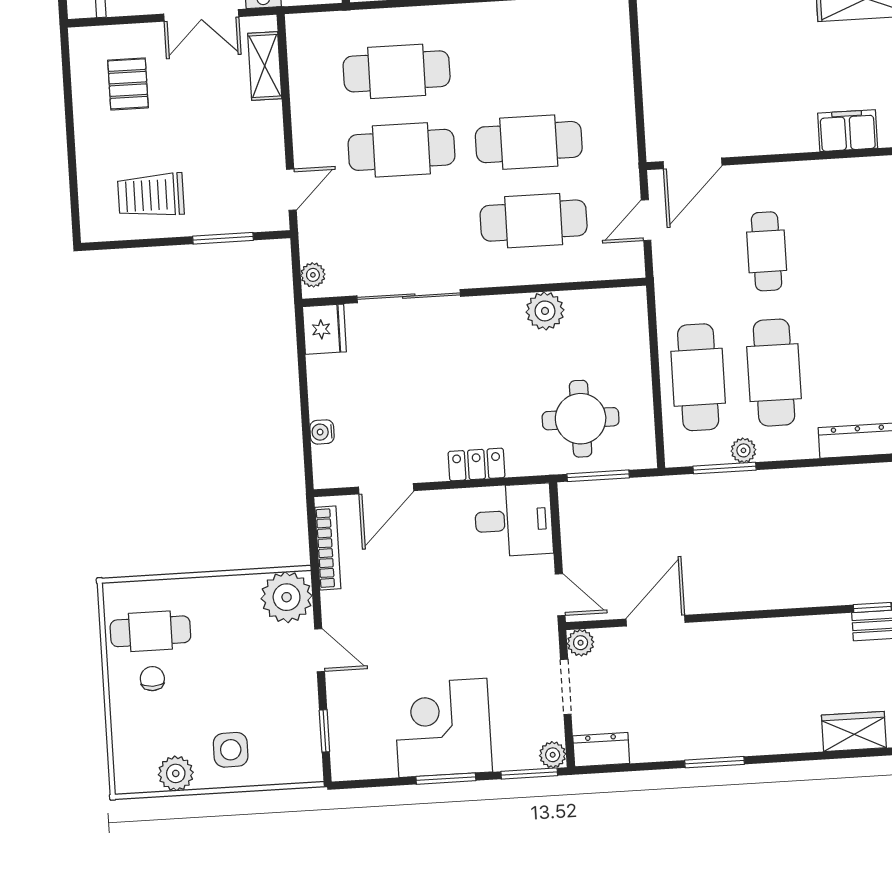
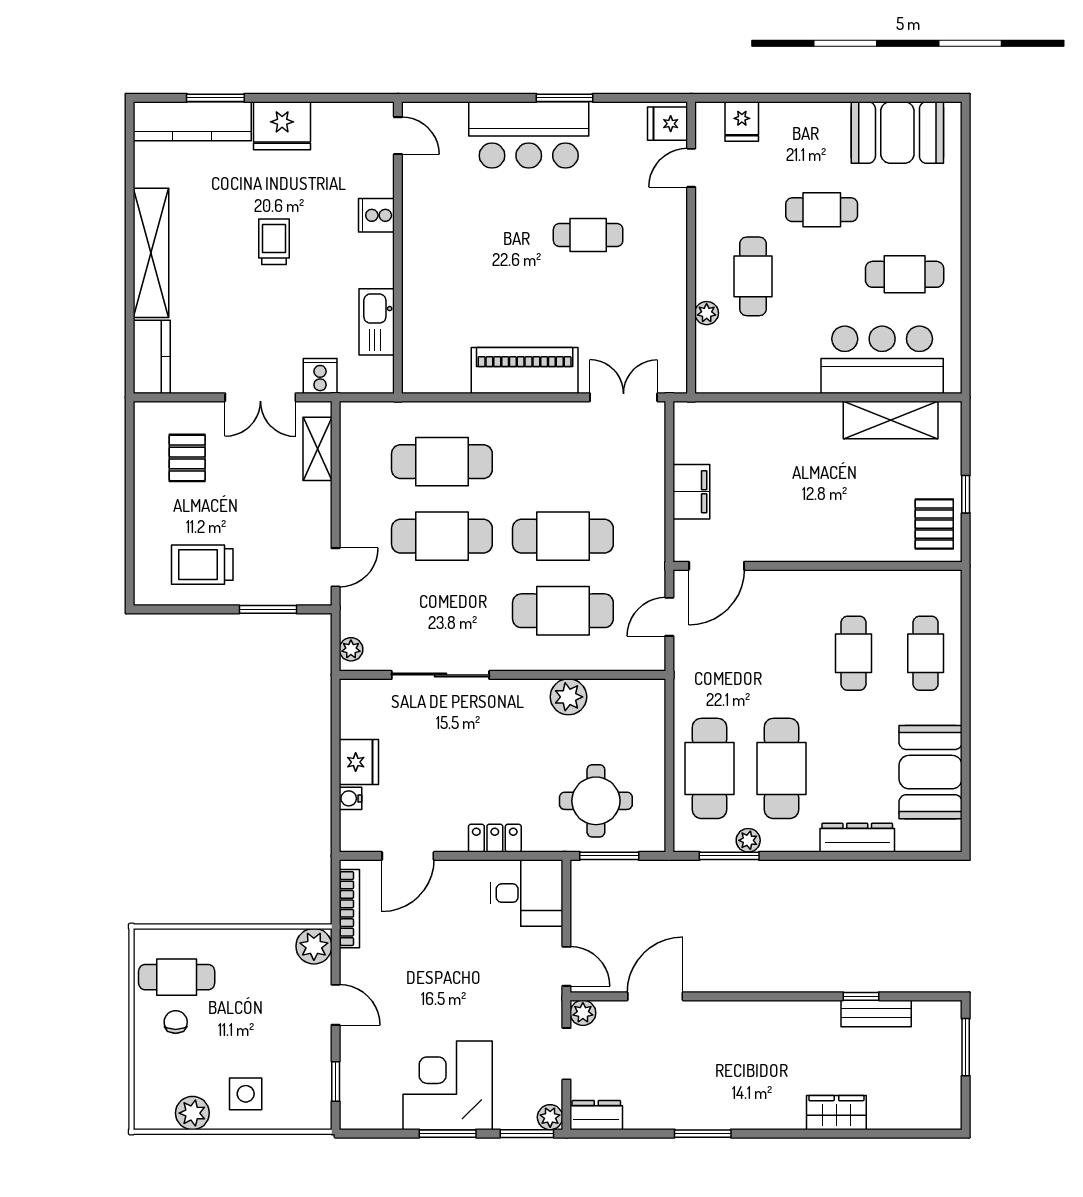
filing cabinet: (848, 131) -> (691, 492), moved, turned 90
cafe table: (767, 251) -> (854, 653), moved
fridge: (324, 329) -> (359, 762), moved
plant: (287, 597) -> (314, 946), width x0.73, depth x0.73

